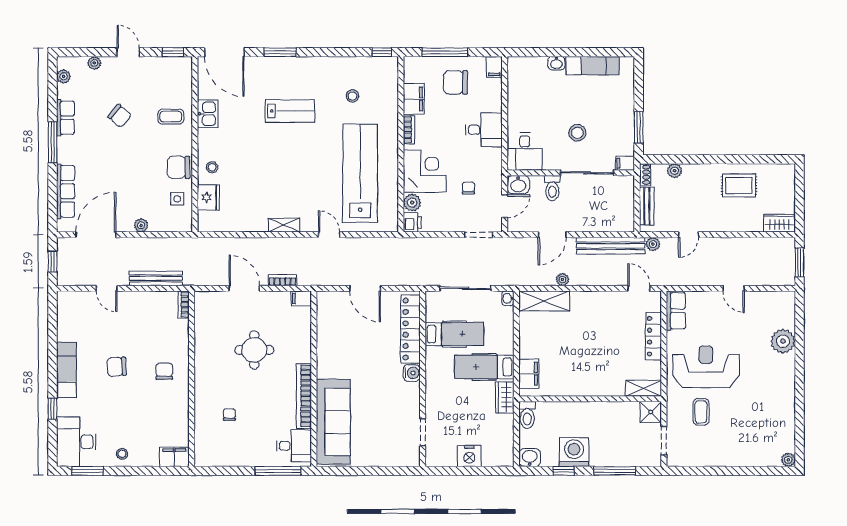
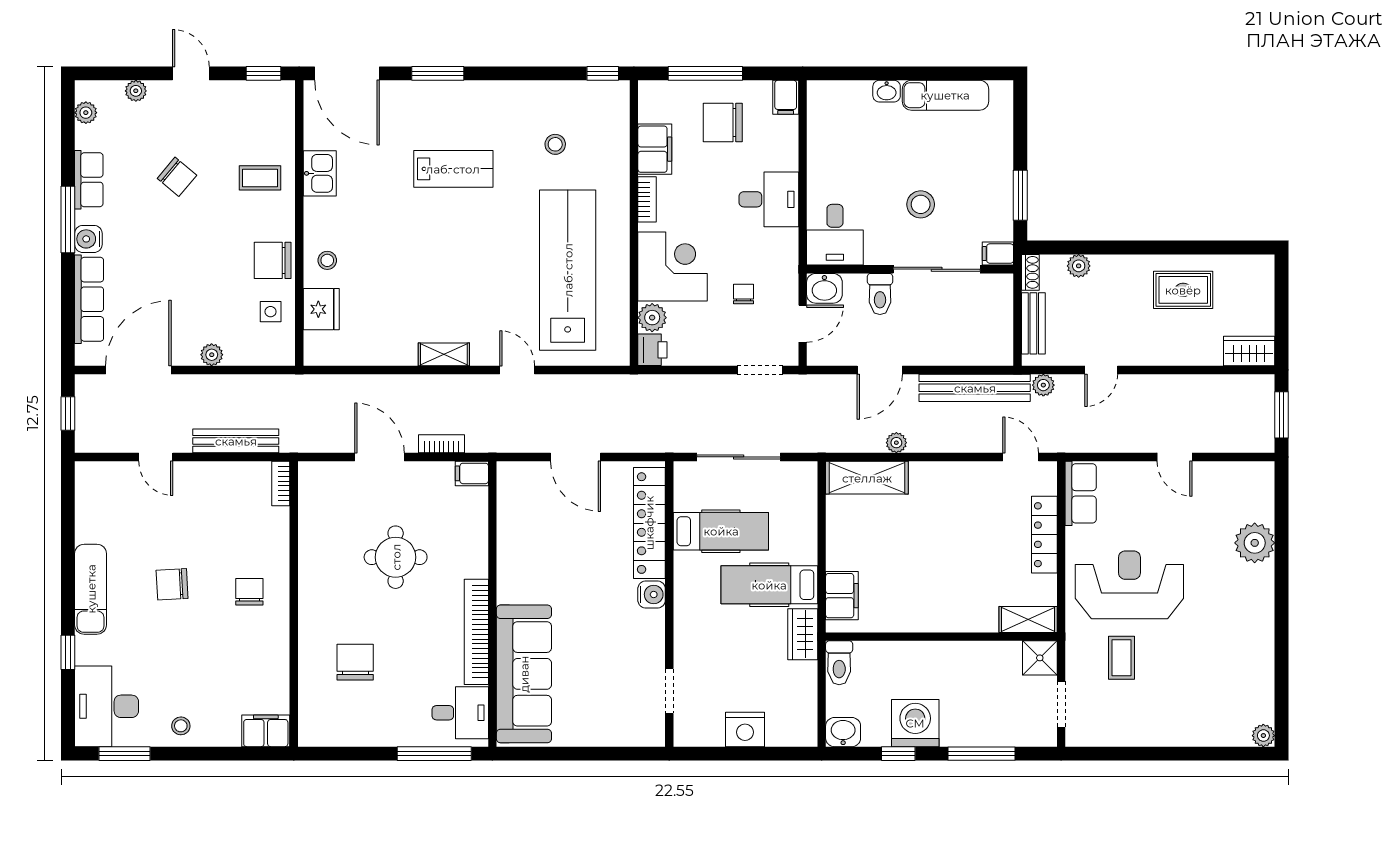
water cooler: (65, 154) -> (88, 239), added
washbasin: (508, 298) -> (808, 473), removed
chair: (229, 415) -> (355, 662), width x1.87, depth x1.87

